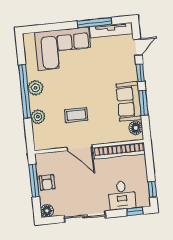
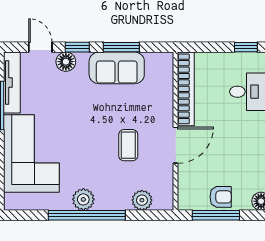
plant: (38, 117) -> (142, 200), moved
floor lamp: (136, 128) -> (66, 62), moved

